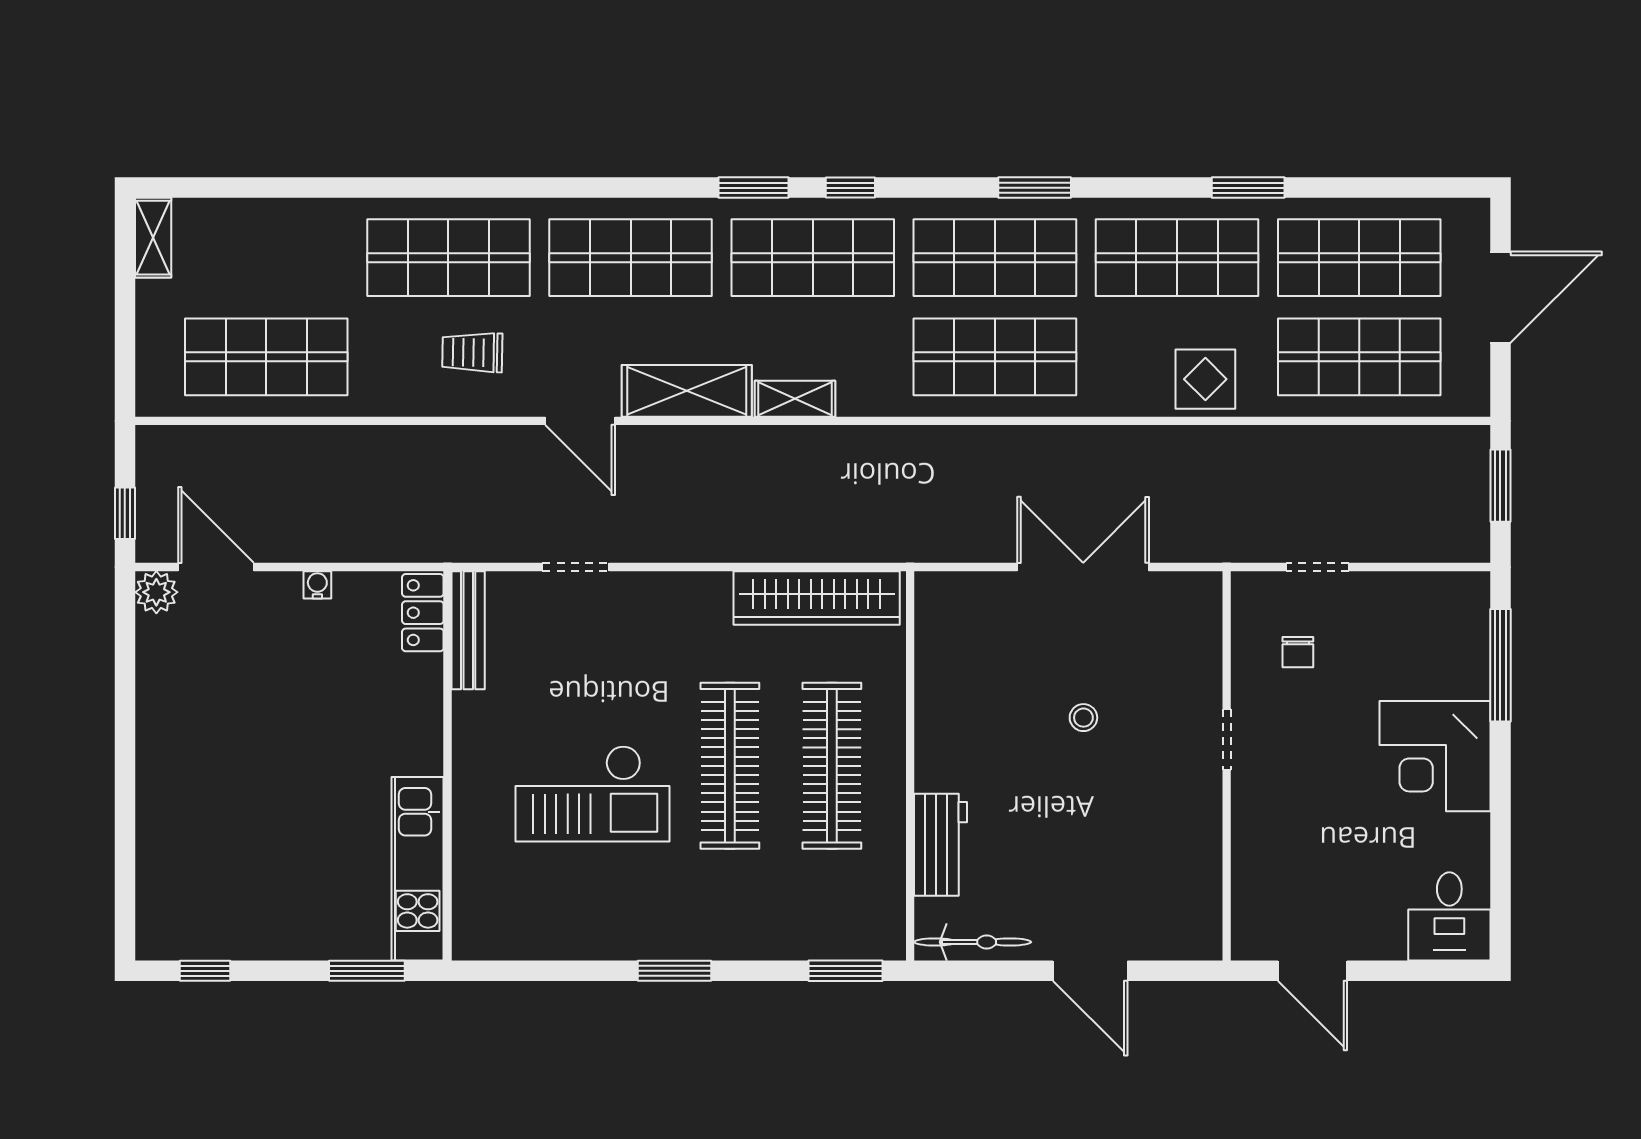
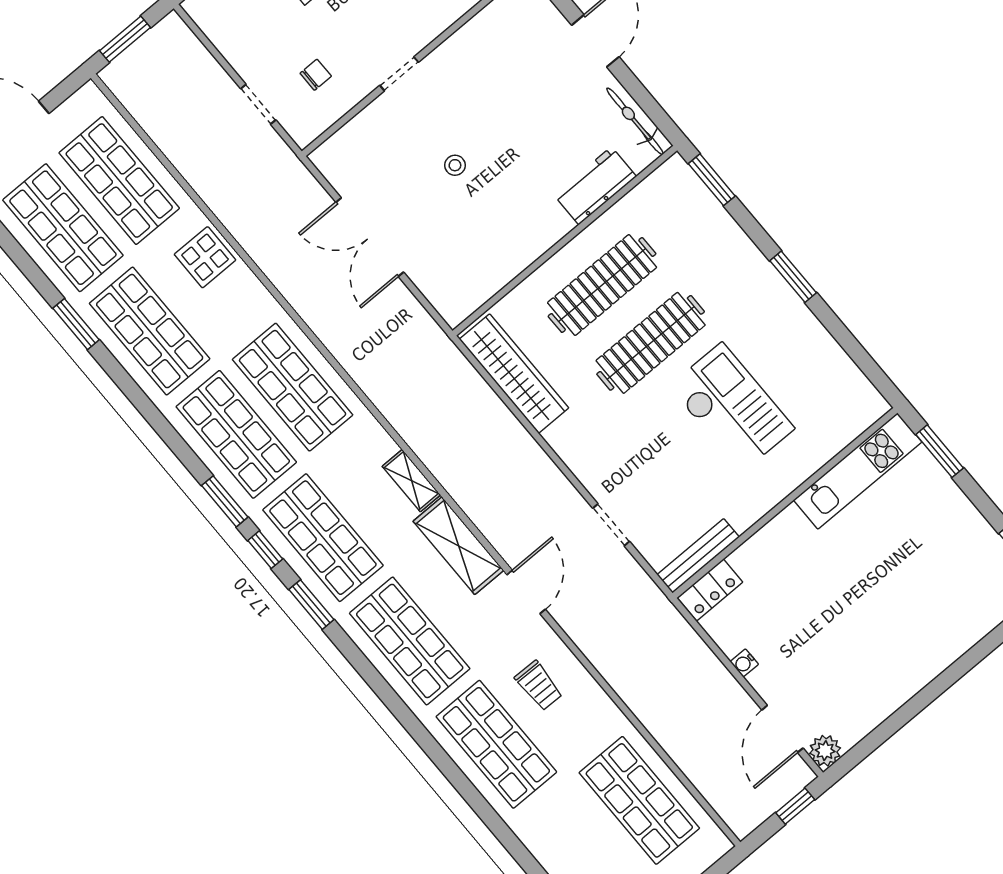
window: (1035, 188) -> (225, 501), moved

